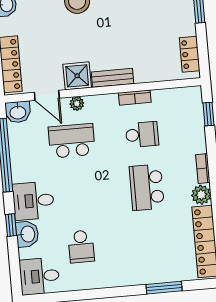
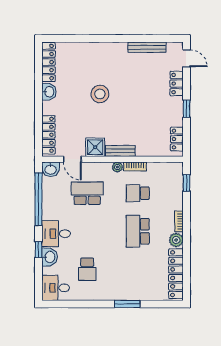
plant: (77, 104) -> (117, 167), moved
school desk: (142, 134) -> (138, 193), turned 180
window: (164, 288) -> (127, 304), moved

